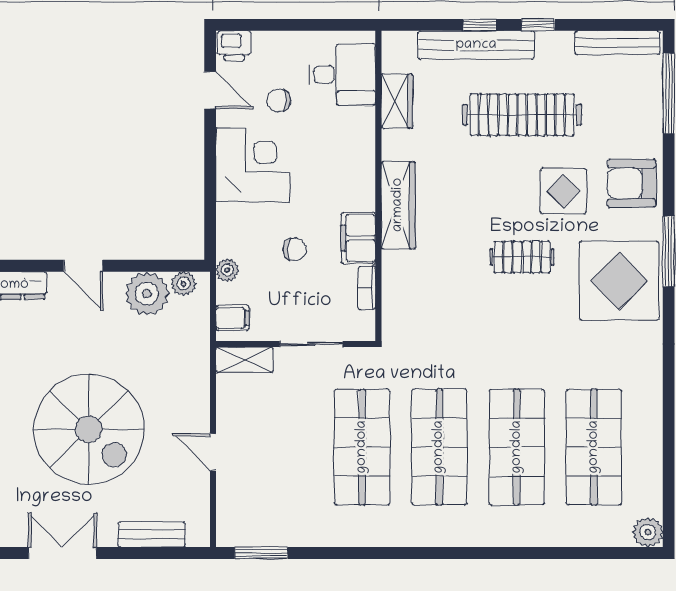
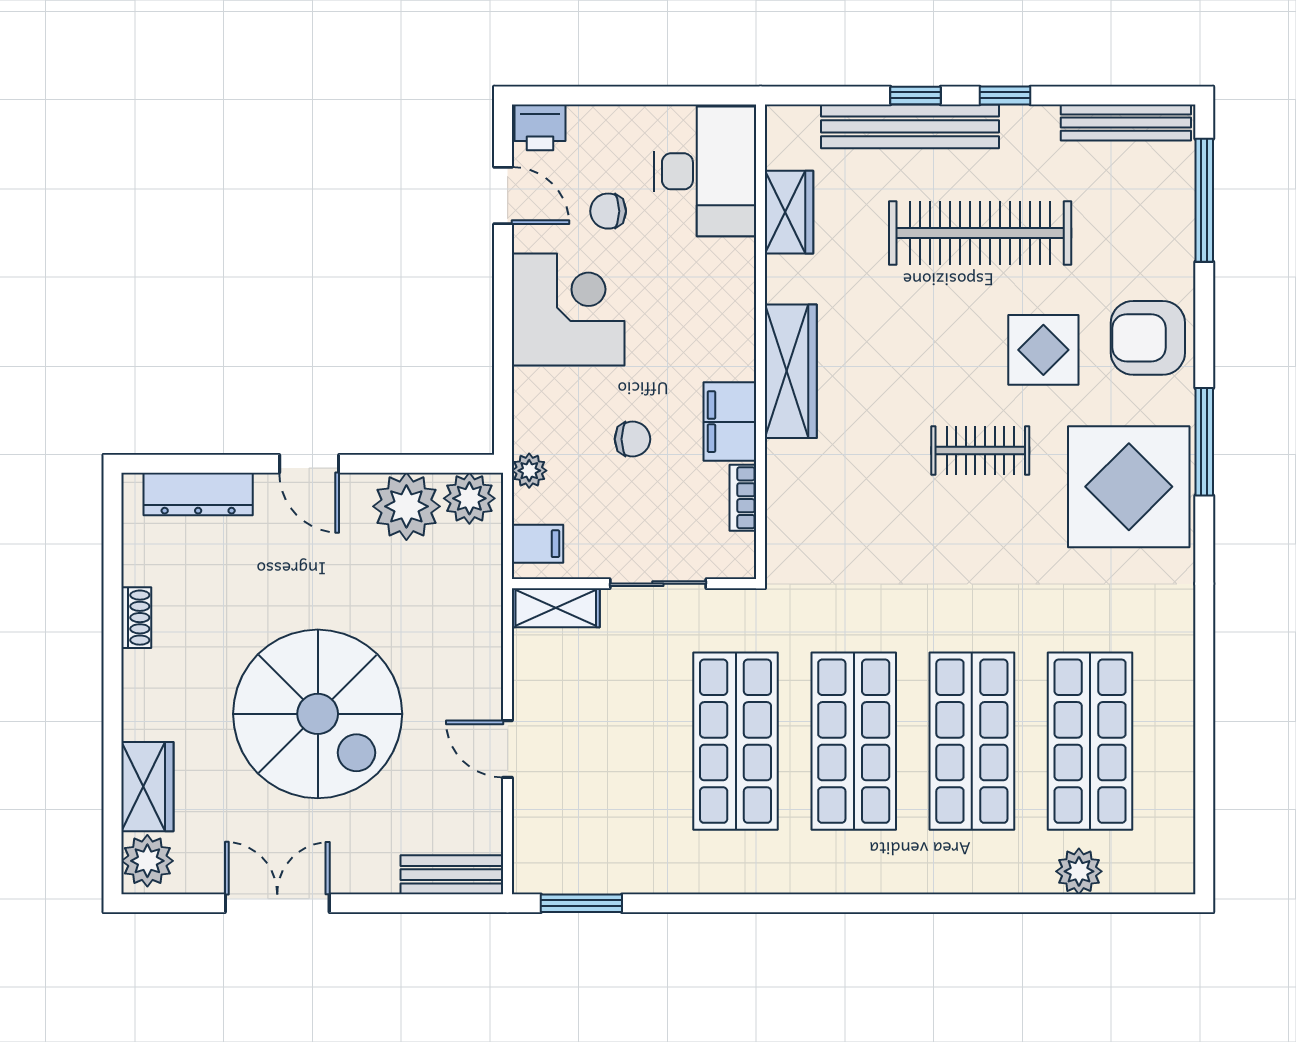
desk: (342, 74) -> (705, 171), width x1.37
plant: (183, 284) -> (469, 498), width x1.38, depth x1.38
plant: (648, 532) -> (1079, 871), moved
bench: (152, 534) -> (452, 875), moved

